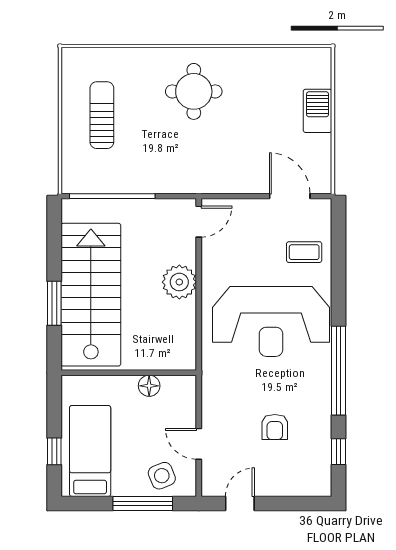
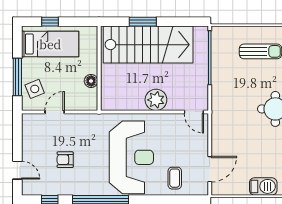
reception desk: (271, 321) -> (131, 157), turned 180
door: (240, 503) -> (17, 170), moved

